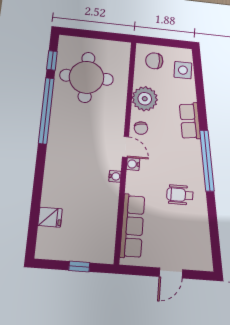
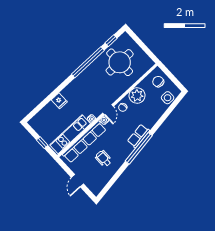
row of seats: (190, 121) -> (138, 136), moved
wheelchair: (180, 195) -> (104, 159), moved
fridge: (50, 217) -> (59, 101), moved
kitchen unit: (106, 221) -> (70, 134), added
row of seats: (132, 226) -> (84, 142), width x1.36
door: (171, 273) -> (78, 181), hinge flipped

